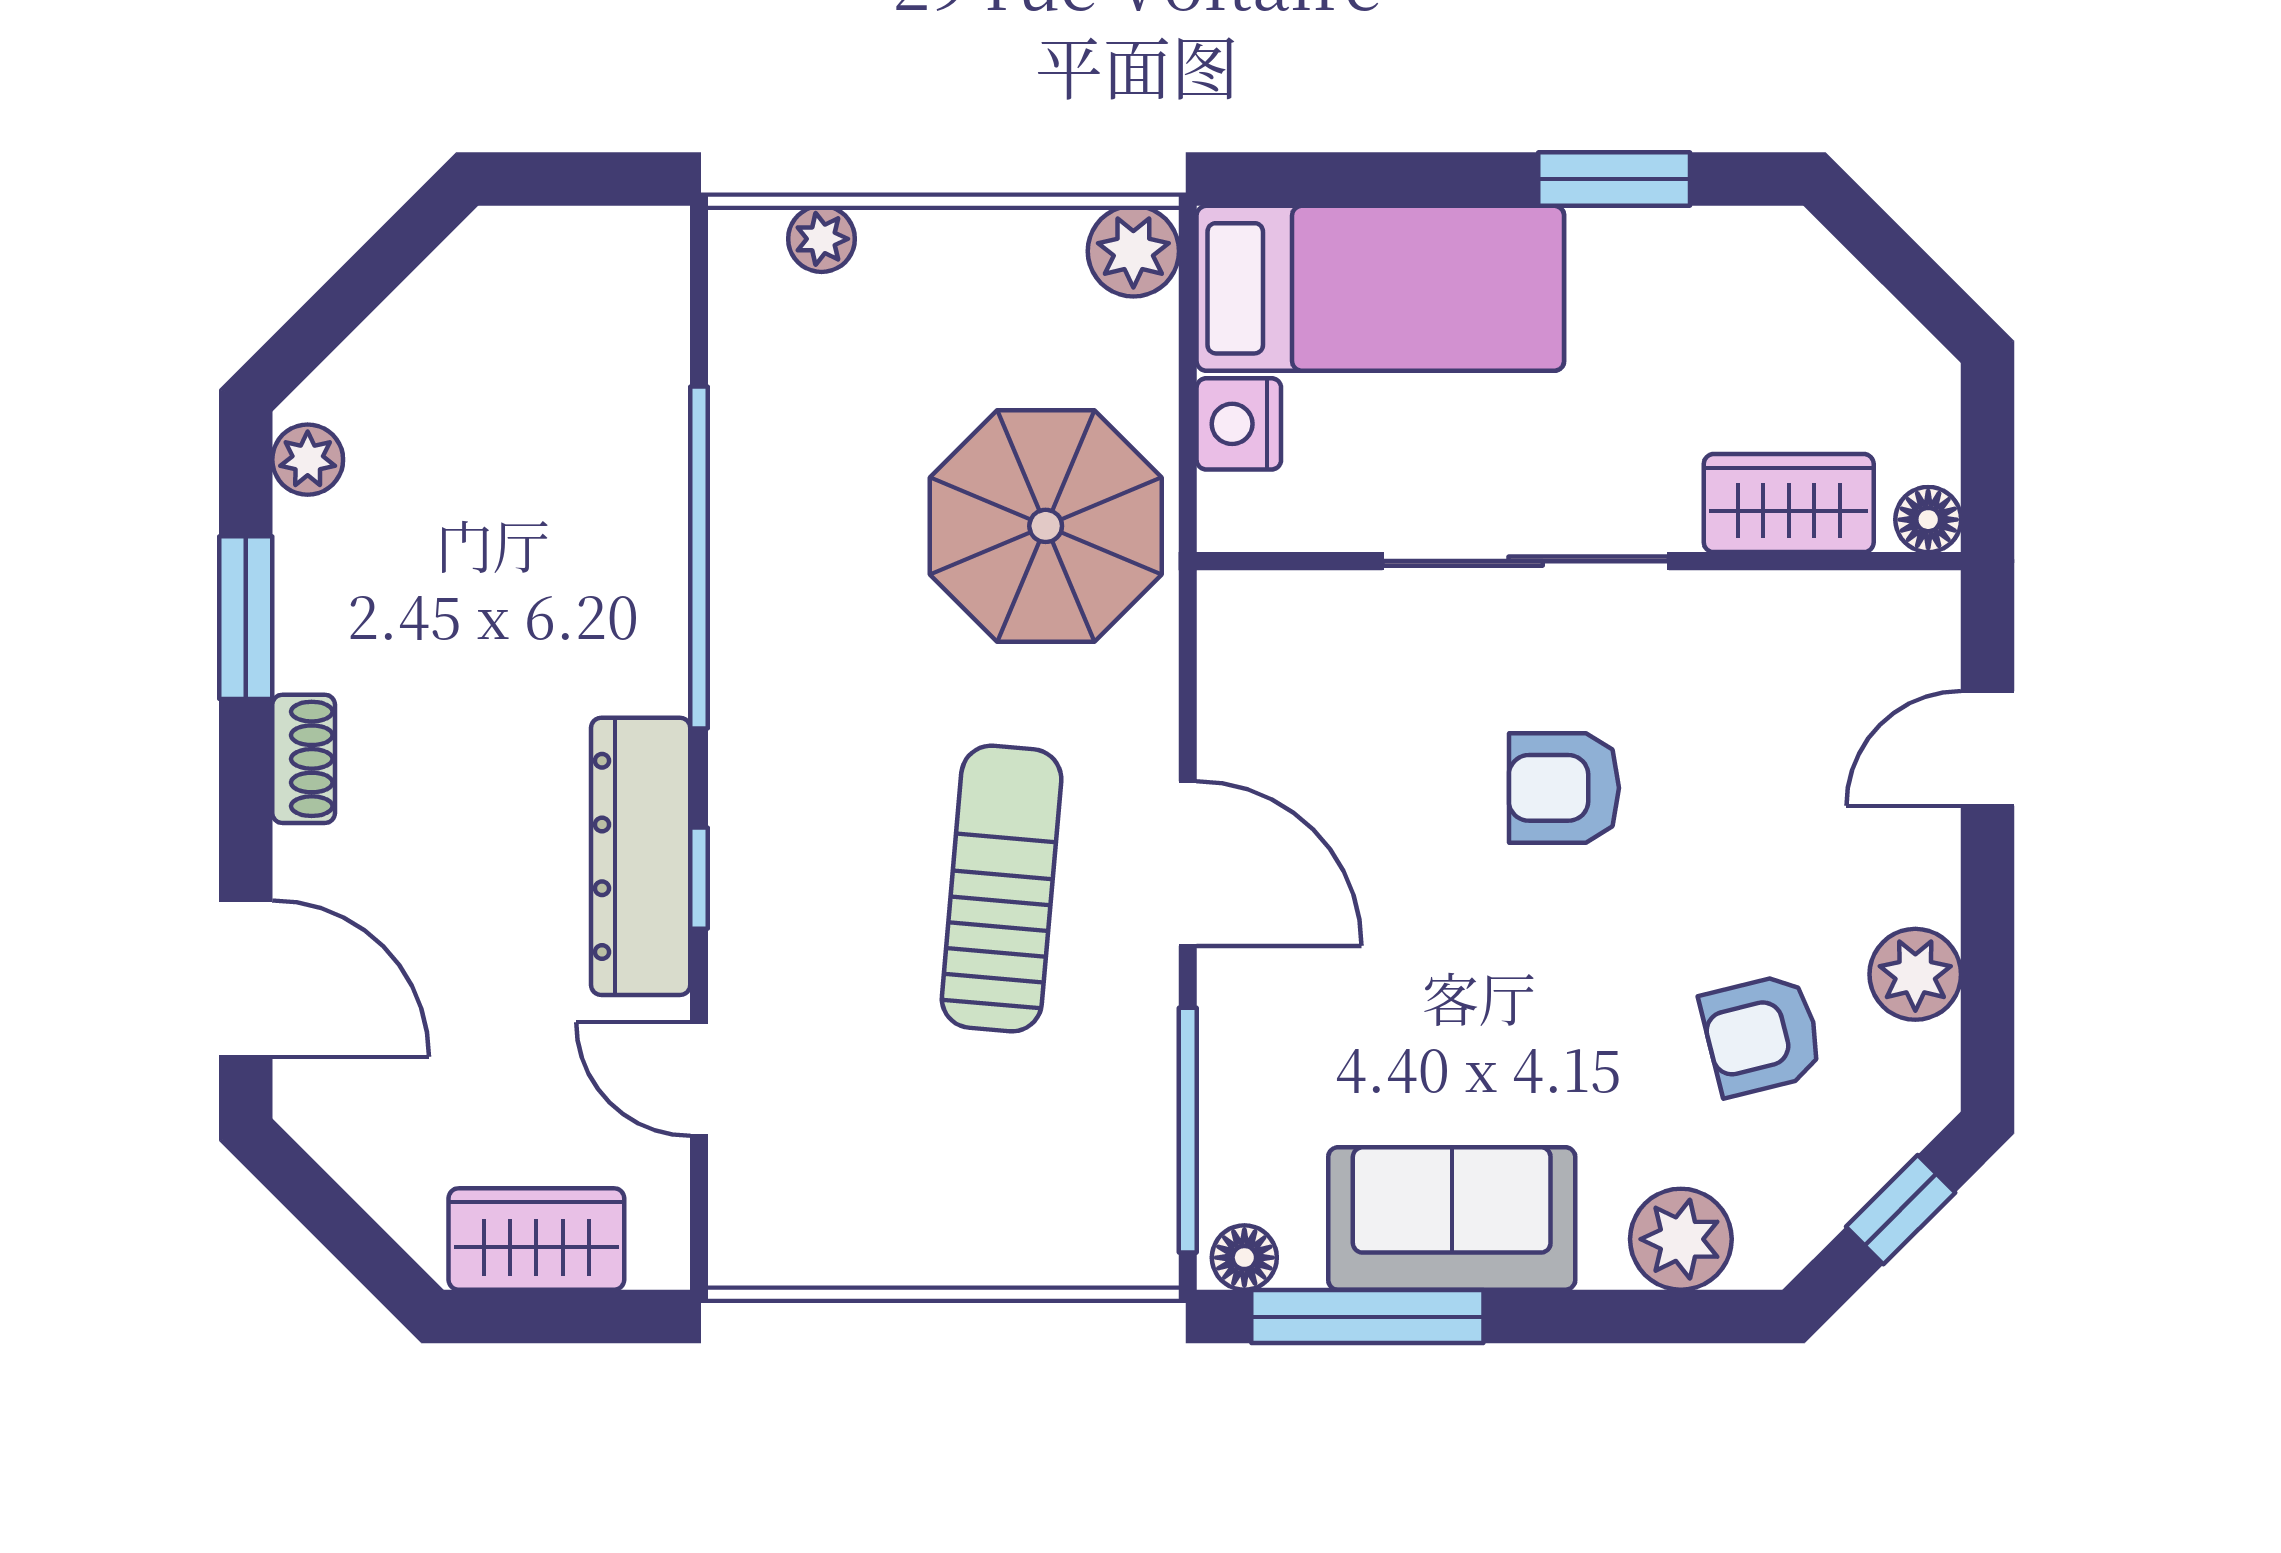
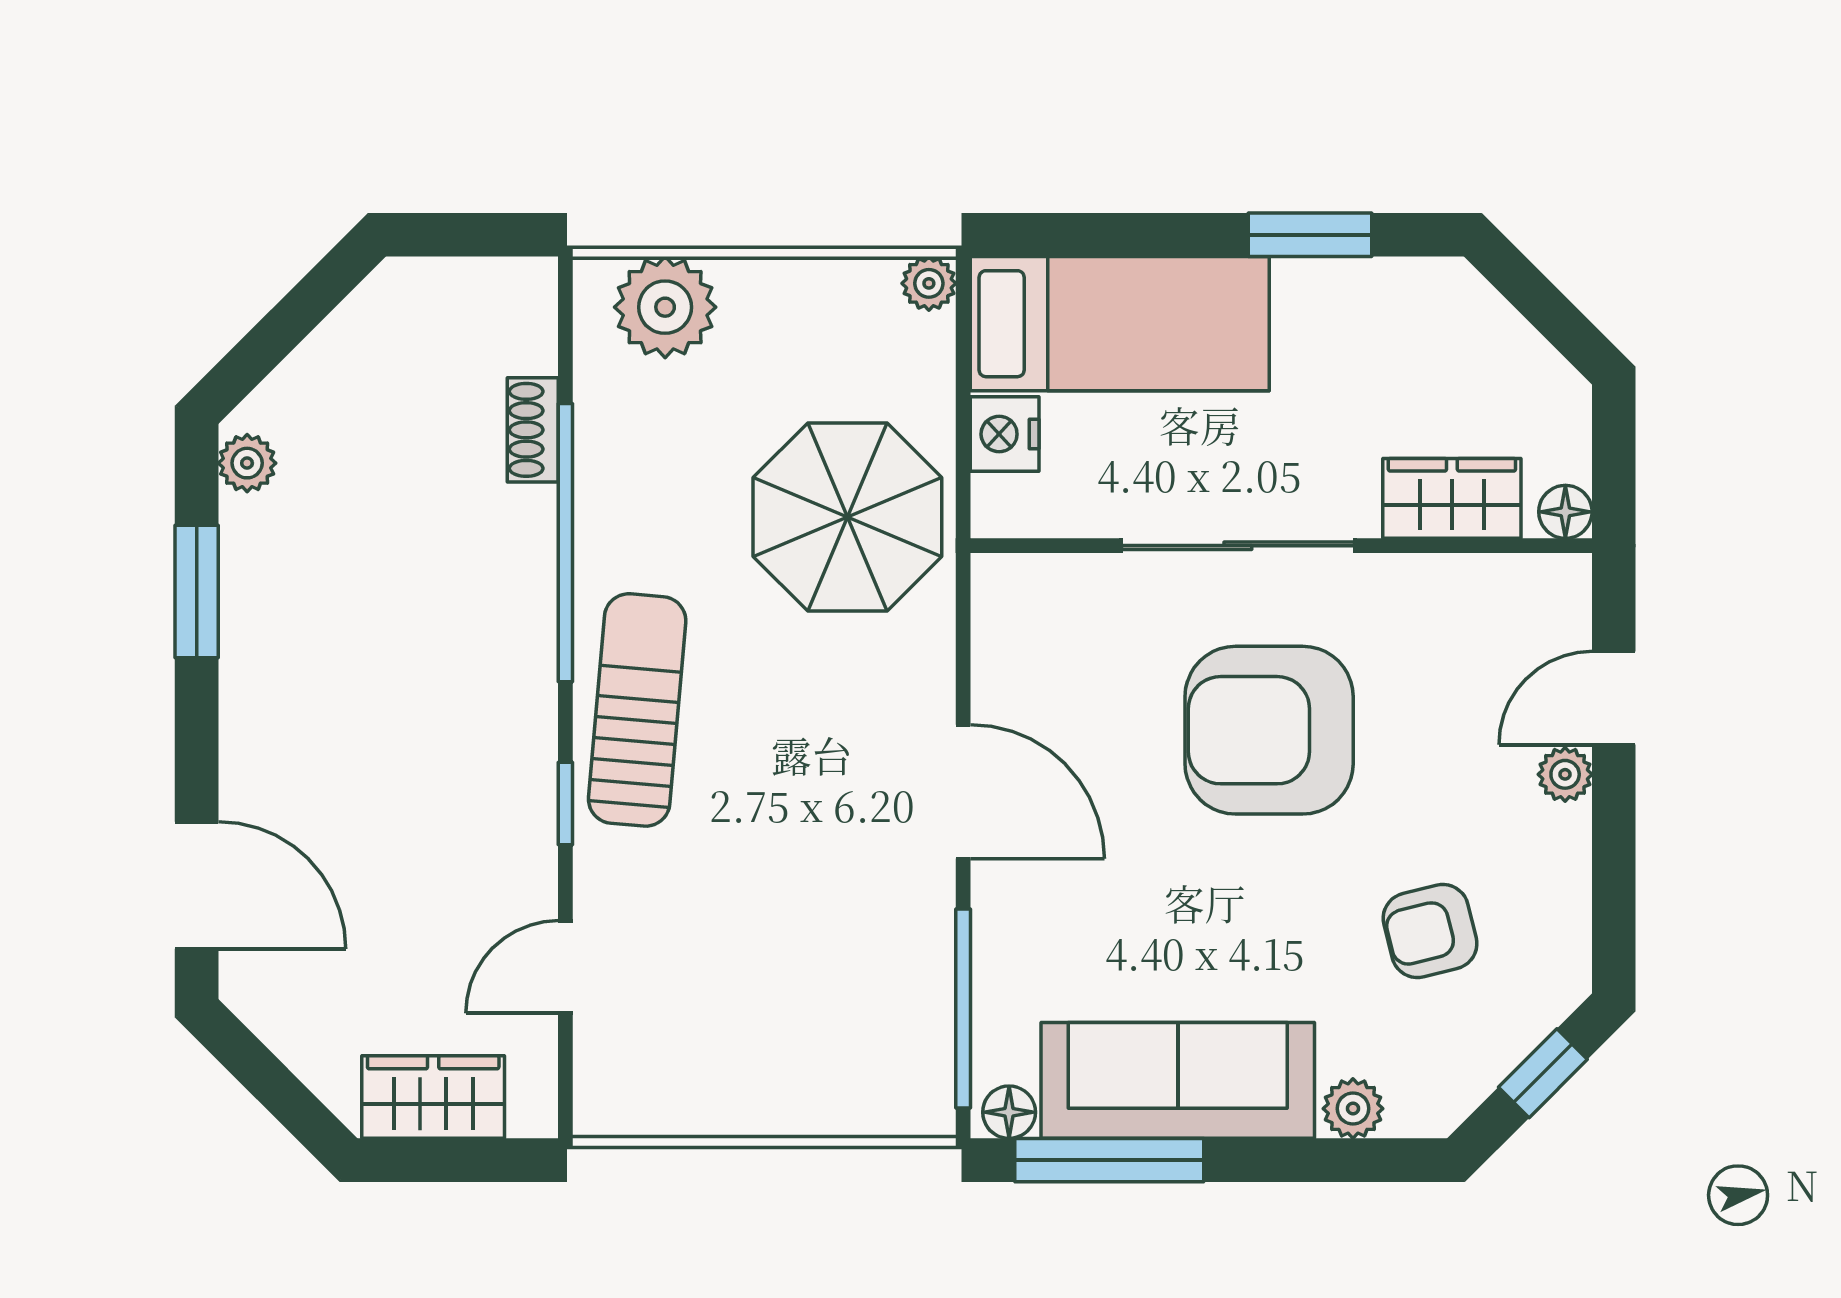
plant: (822, 239) -> (665, 307), width x1.87, depth x1.87
plant: (1133, 251) -> (929, 283), width x0.73, depth x0.73
shoe rack: (304, 759) -> (533, 430), moved, turned 180
armchair: (1564, 788) -> (1269, 730), width x1.88, depth x1.88
dresser: (641, 856) -> (518, 786), removed
sun lounger: (1002, 889) -> (637, 710), moved
plant: (1915, 974) -> (1565, 774), moved, width x0.73, depth x0.73
door: (699, 1079) -> (565, 967), hinge flipped
sofa: (1452, 1218) -> (1178, 1080), width x1.36
plant: (1681, 1239) -> (1353, 1109), width x0.73, depth x0.73

